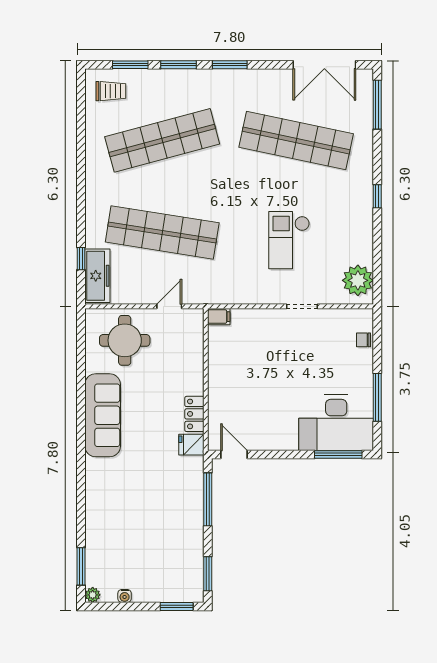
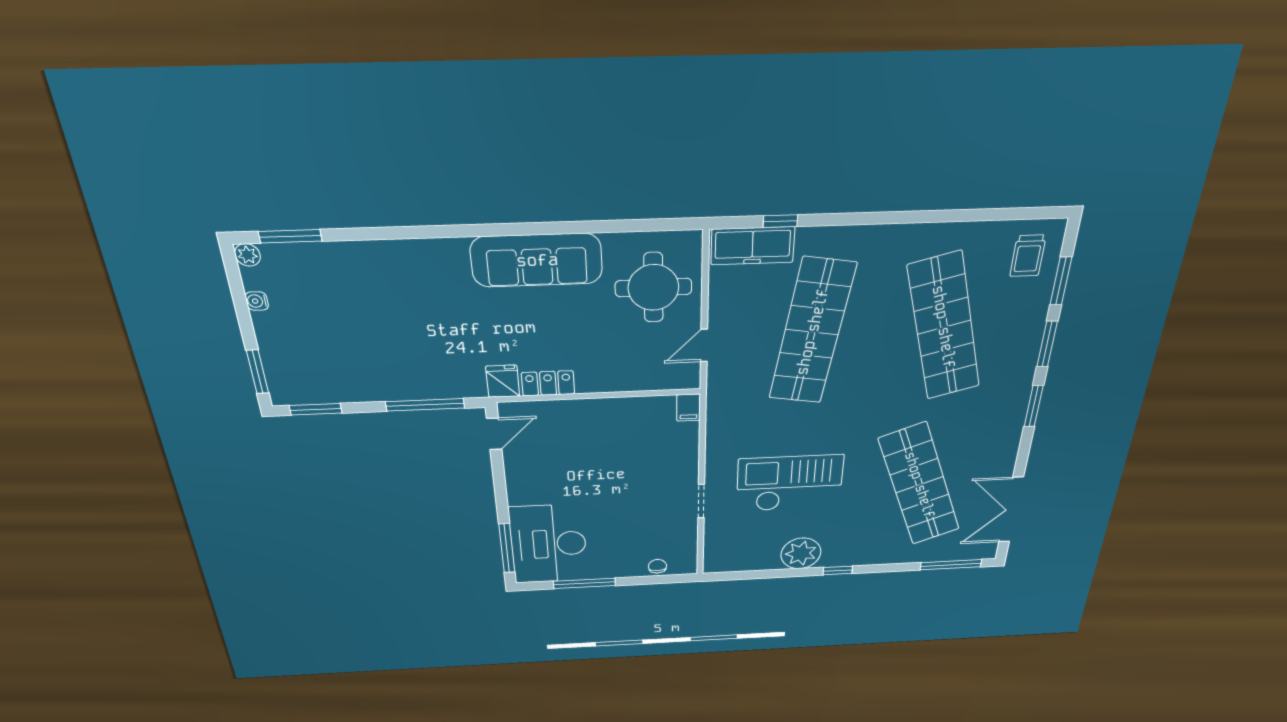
shop shelf: (296, 140) -> (920, 485), turned -33
checkout: (289, 240) -> (790, 483), width x1.36, depth x1.21
plant: (358, 280) -> (801, 553), moved
door: (169, 306) -> (704, 345), swing flipped

